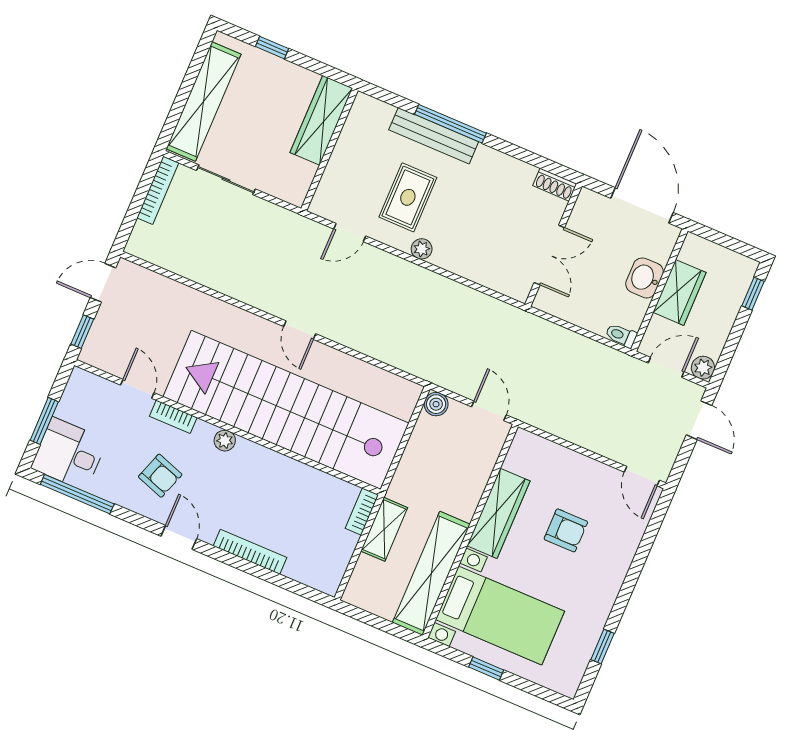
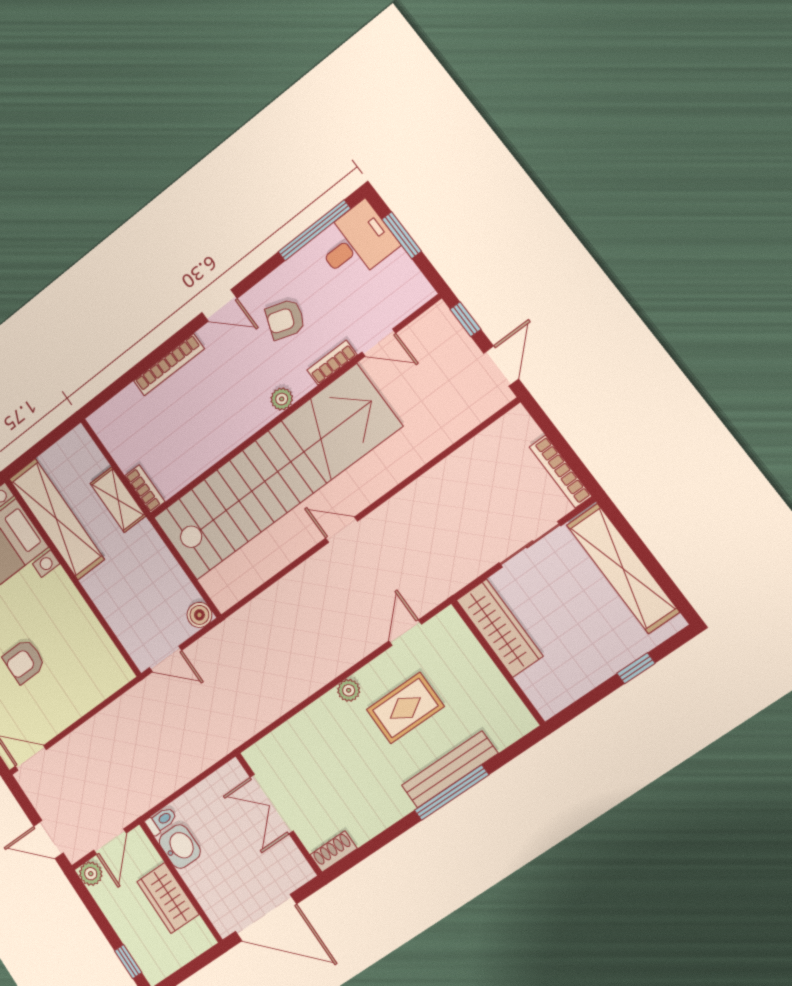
wardrobe: (321, 120) -> (500, 628), moved
rug: (408, 197) -> (405, 708), turned 90
washbasin: (645, 278) -> (180, 847), moved
wardrobe: (499, 513) -> (72, 611), removed

